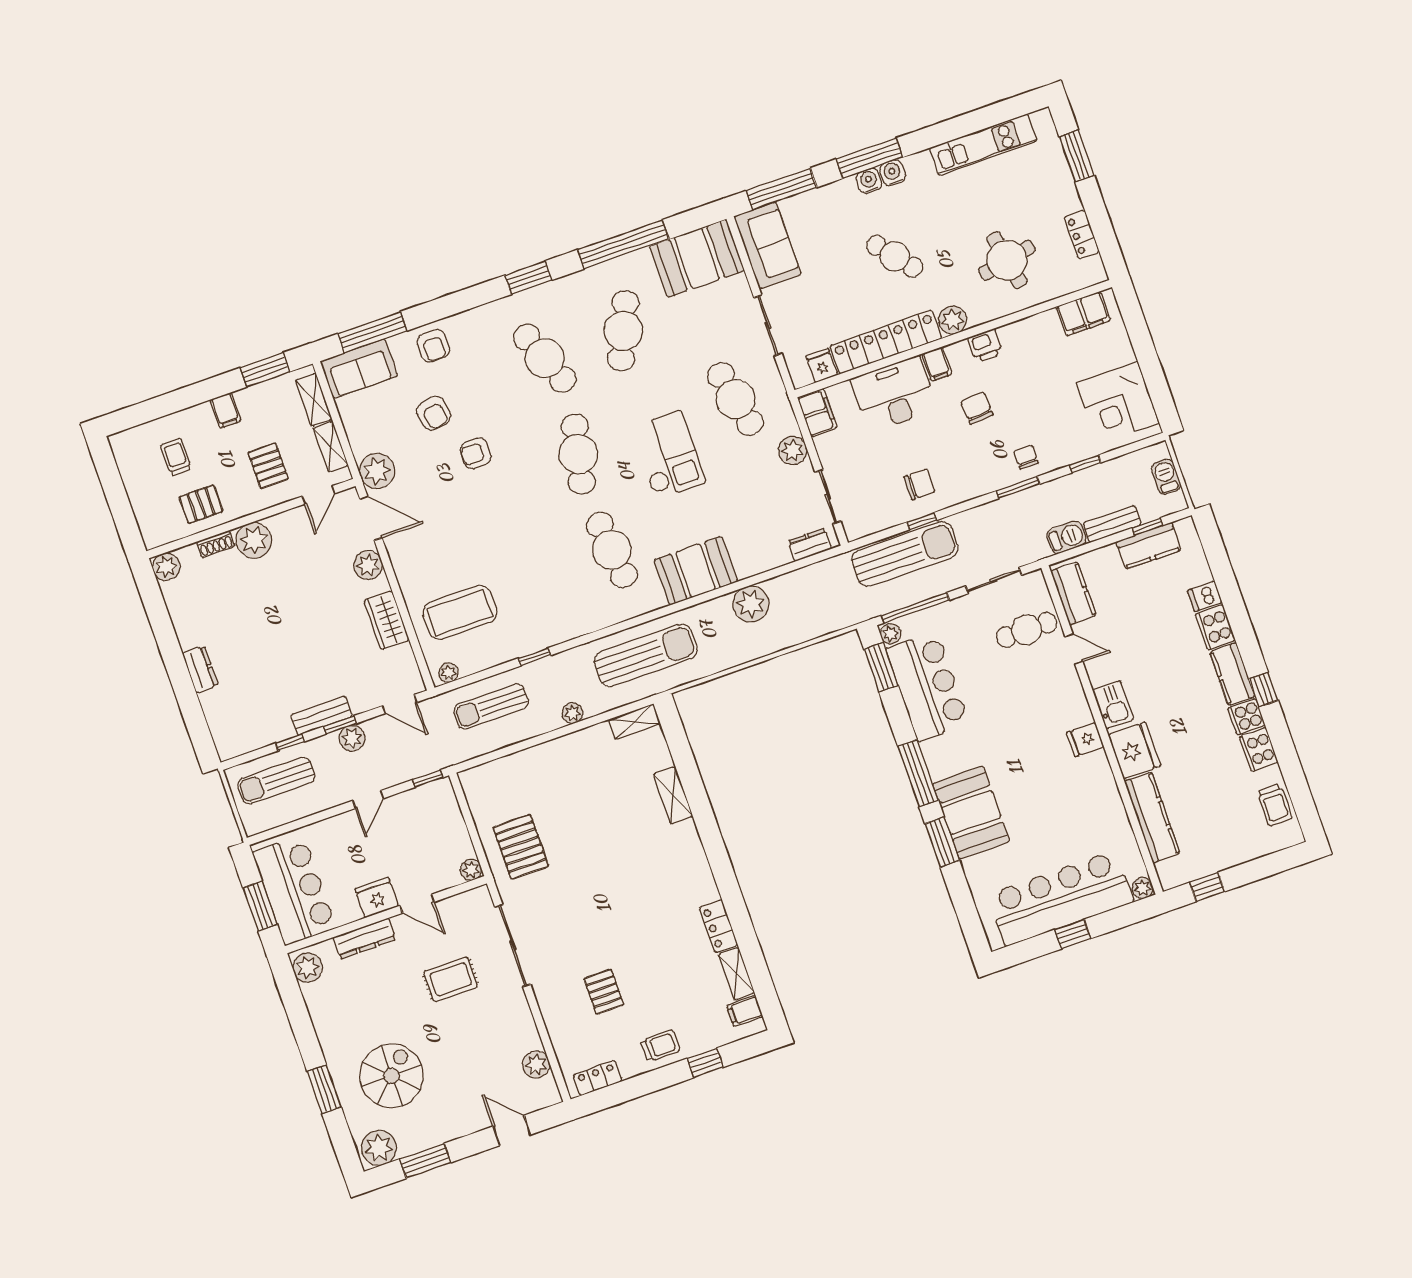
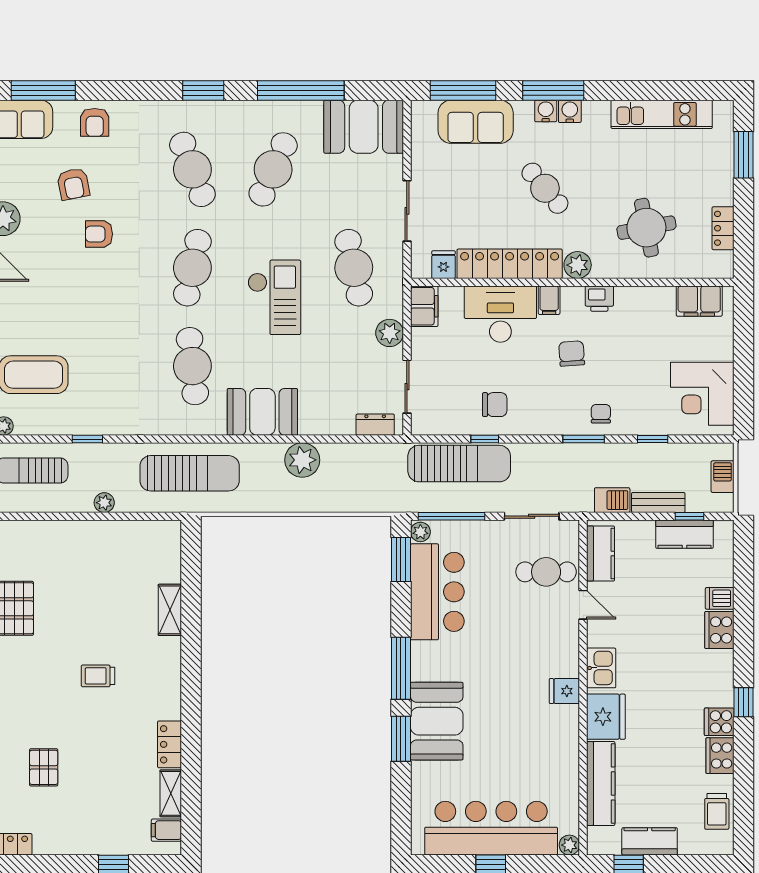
sofa: (768, 245) -> (476, 122), moved, turned 90
kitchen counter: (1232, 674) -> (650, 841), moved, turned 90
shelving: (634, 722) -> (158, 530), removed
trolley: (660, 1046) -> (98, 676), moved, turned 180

